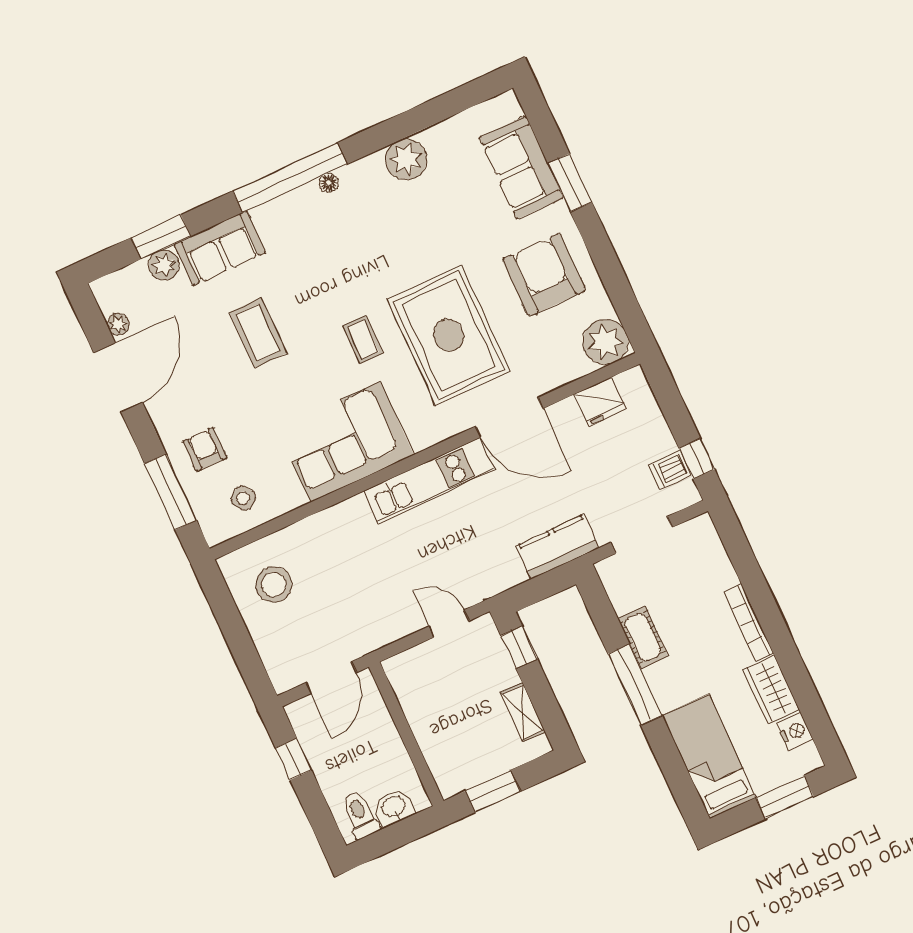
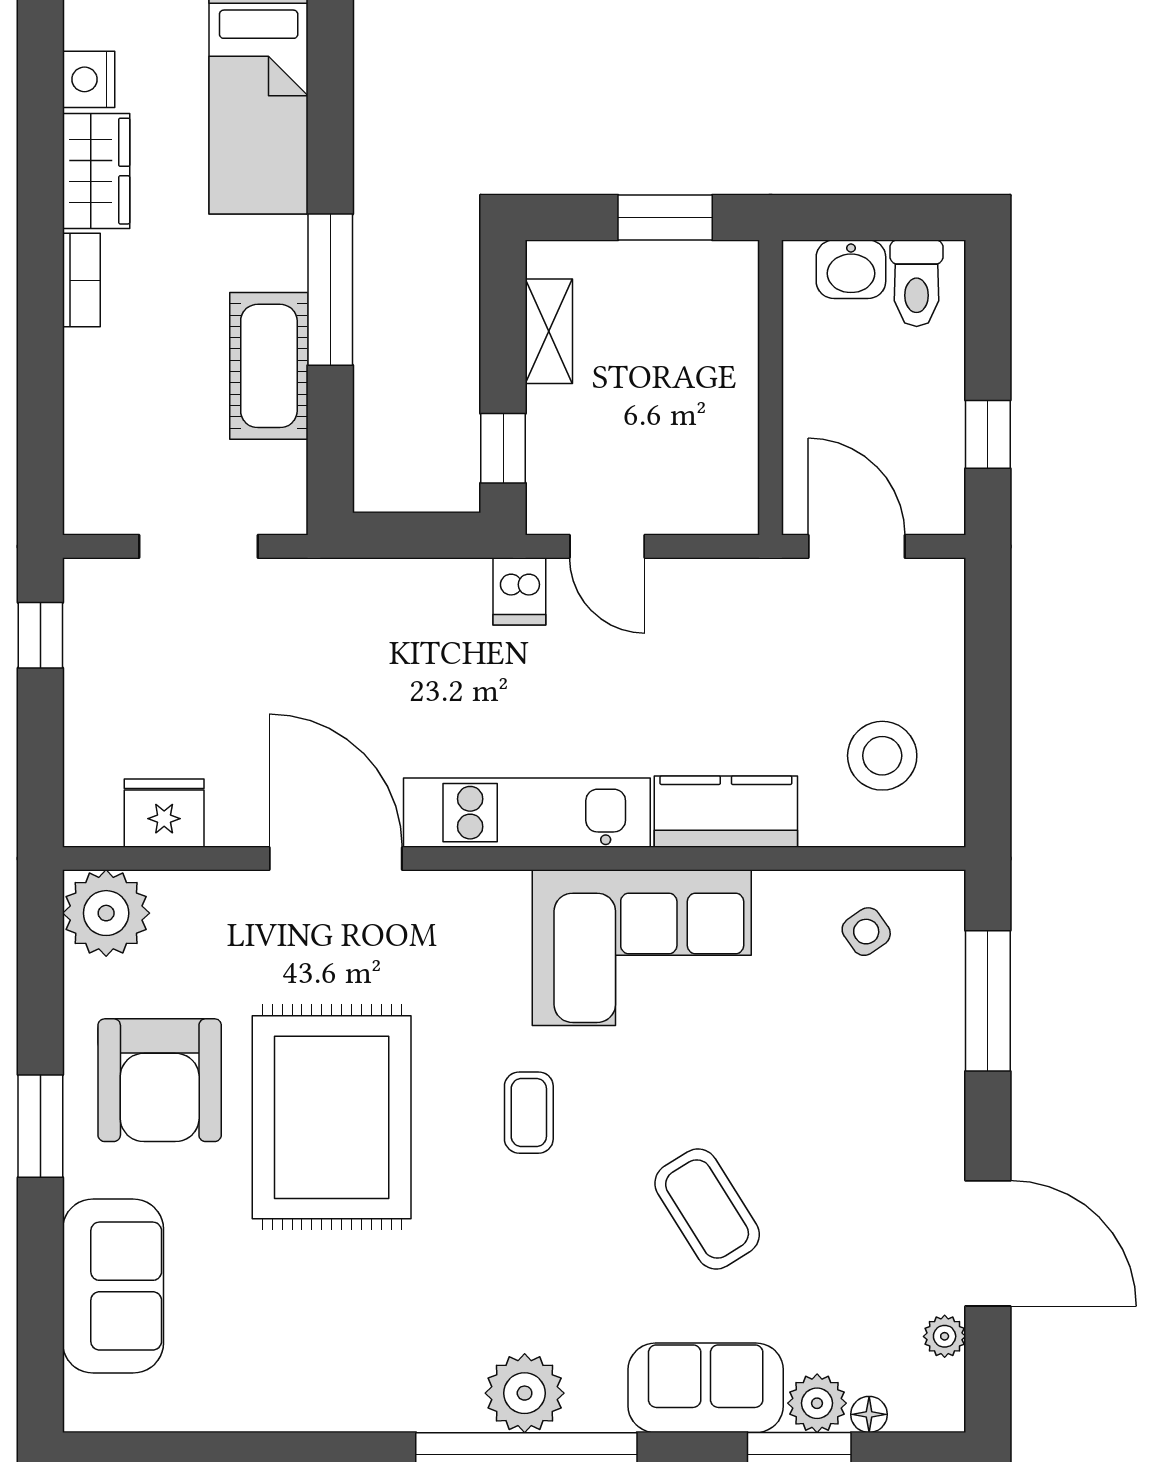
plant: (406, 159) -> (525, 1393), moved
floor lamp: (329, 183) -> (869, 1414), moved
window: (570, 183) -> (40, 1126), moved
coffee table: (258, 333) -> (707, 1209), turned -32
rug: (449, 335) -> (332, 1117), moved
door: (118, 377) -> (988, 1243), swing flipped
armchair: (205, 449) -> (894, 1047), removed
dishwasher: (670, 470) -> (519, 591), moved, turned 90
kitchen counter: (558, 547) -> (726, 812), moved, turned 180
bookcase: (749, 623) -> (81, 280), width x0.64
cot: (643, 637) -> (269, 366), width x1.37, depth x1.34
door: (331, 678) -> (857, 546), hinge flipped

